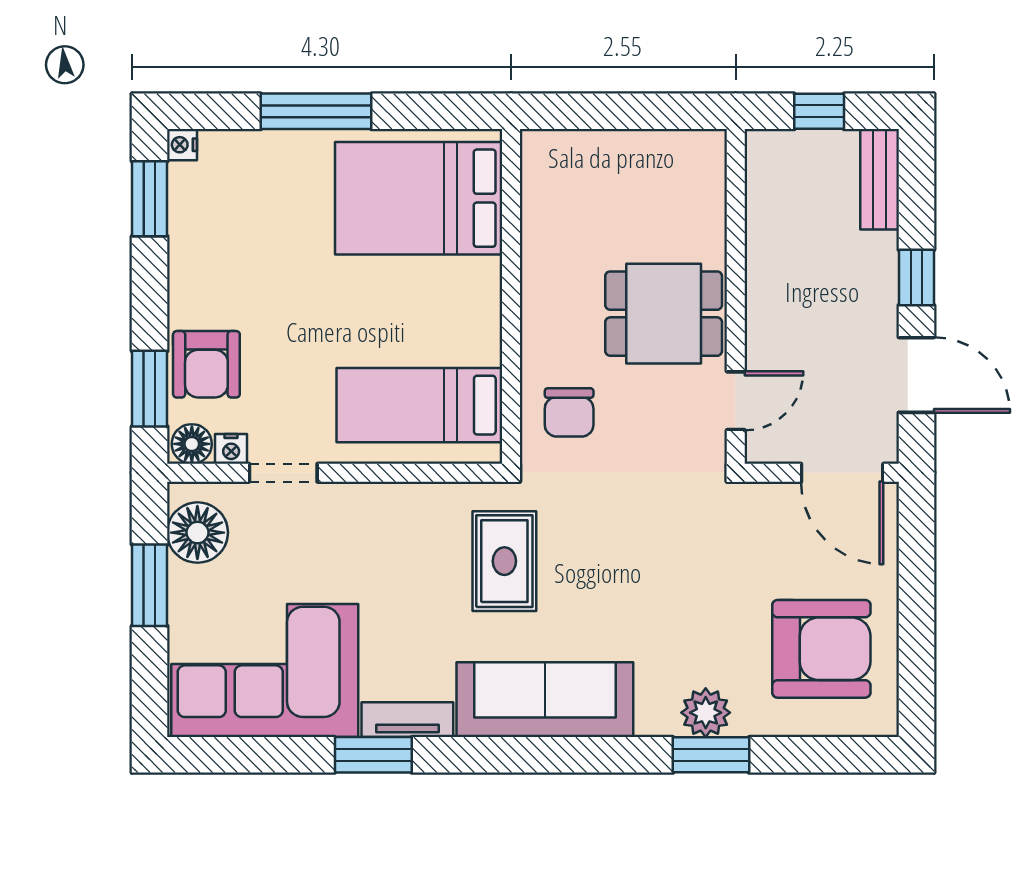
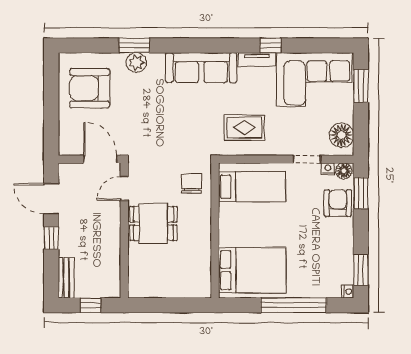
window: (316, 111) -> (294, 305), width x1.46
door: (842, 473) -> (100, 159), moved
rug: (504, 561) -> (245, 128), moved, turned 90
window: (150, 585) -> (361, 86), moved
window: (373, 755) -> (271, 45), width x0.67

